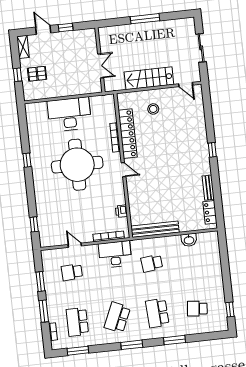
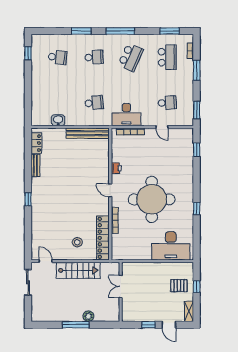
plant: (132, 29) -> (88, 316), added
sliding door: (201, 48) -> (28, 282), moved
desk: (69, 114) -> (171, 246), moved
locker: (128, 134) -> (103, 238), moved
printer: (121, 211) -> (116, 168), moved
window: (40, 281) -> (197, 110), moved
school desk: (157, 313) -> (94, 57), width x0.54
window: (132, 345) -> (120, 31), width x1.44

